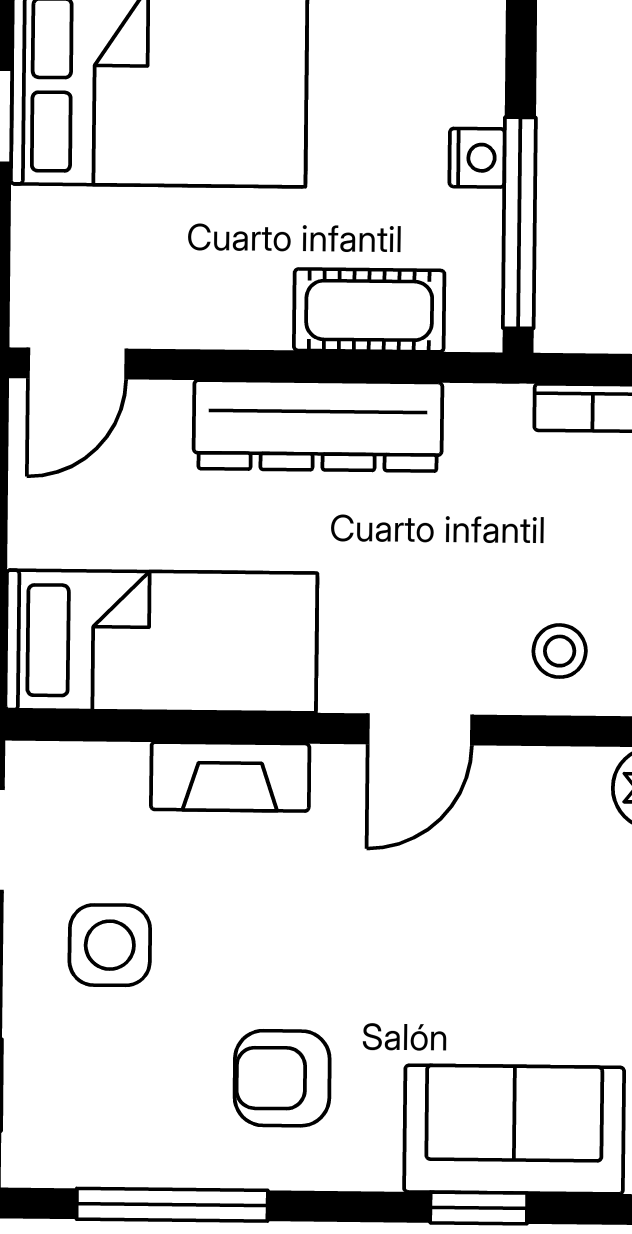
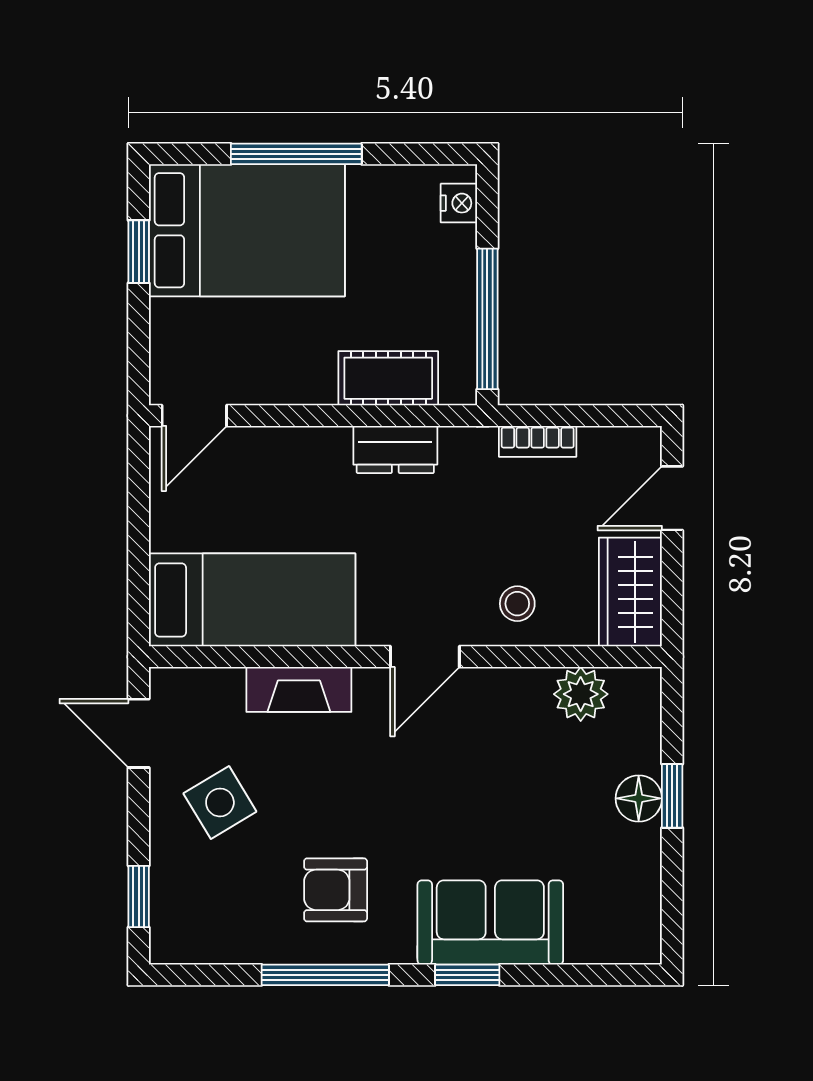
nightstand: (477, 158) -> (459, 203), moved
dresser: (318, 426) -> (395, 449), width x0.51, depth x0.80
side table: (110, 945) -> (220, 802), turned -31
window: (172, 1205) -> (325, 975), moved

